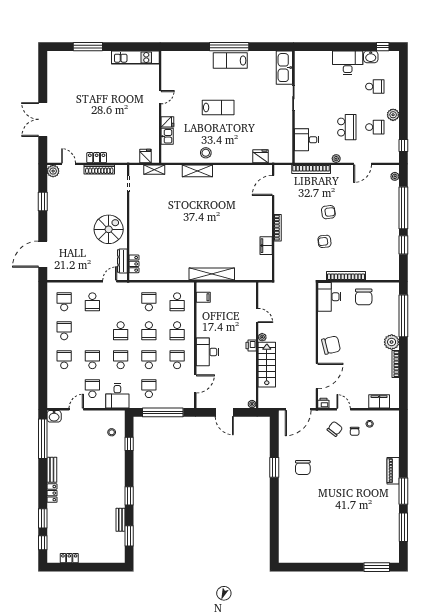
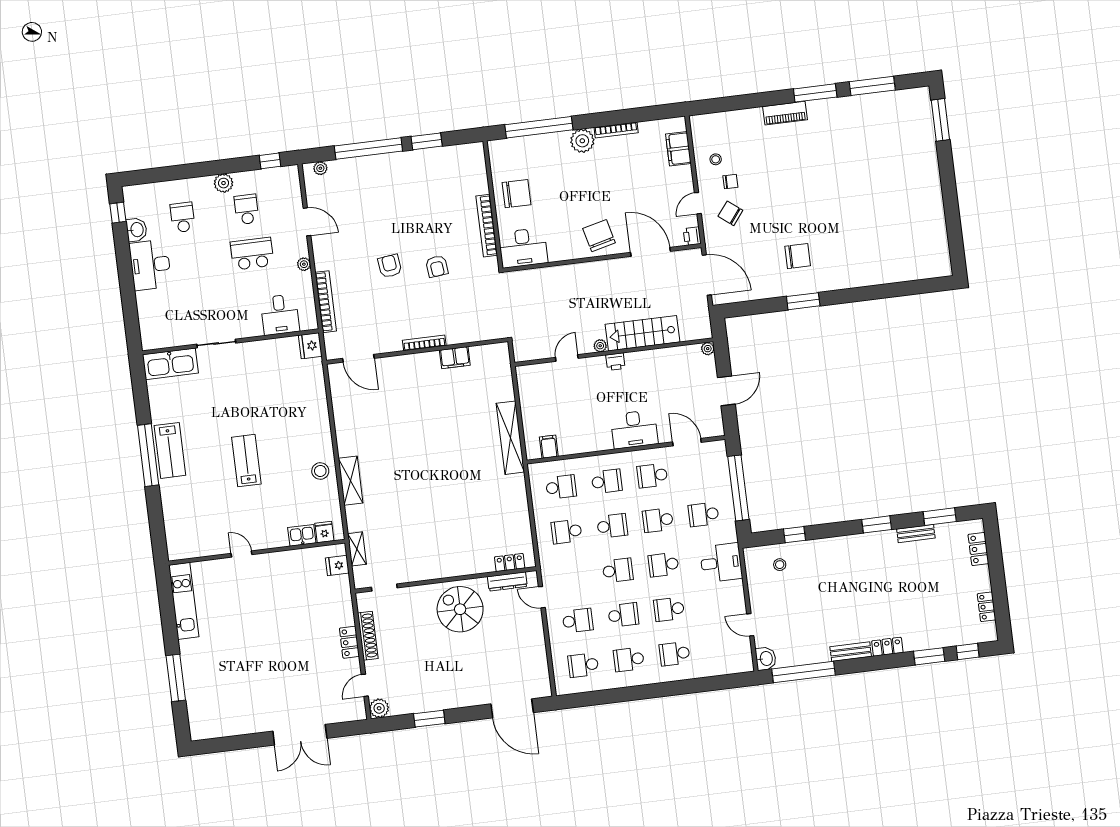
fridge: (167, 122) -> (324, 532), moved
fridge: (261, 156) -> (310, 346), moved
school desk: (92, 389) -> (623, 615), moved, turned 180
locker: (106, 558) -> (978, 549), added

